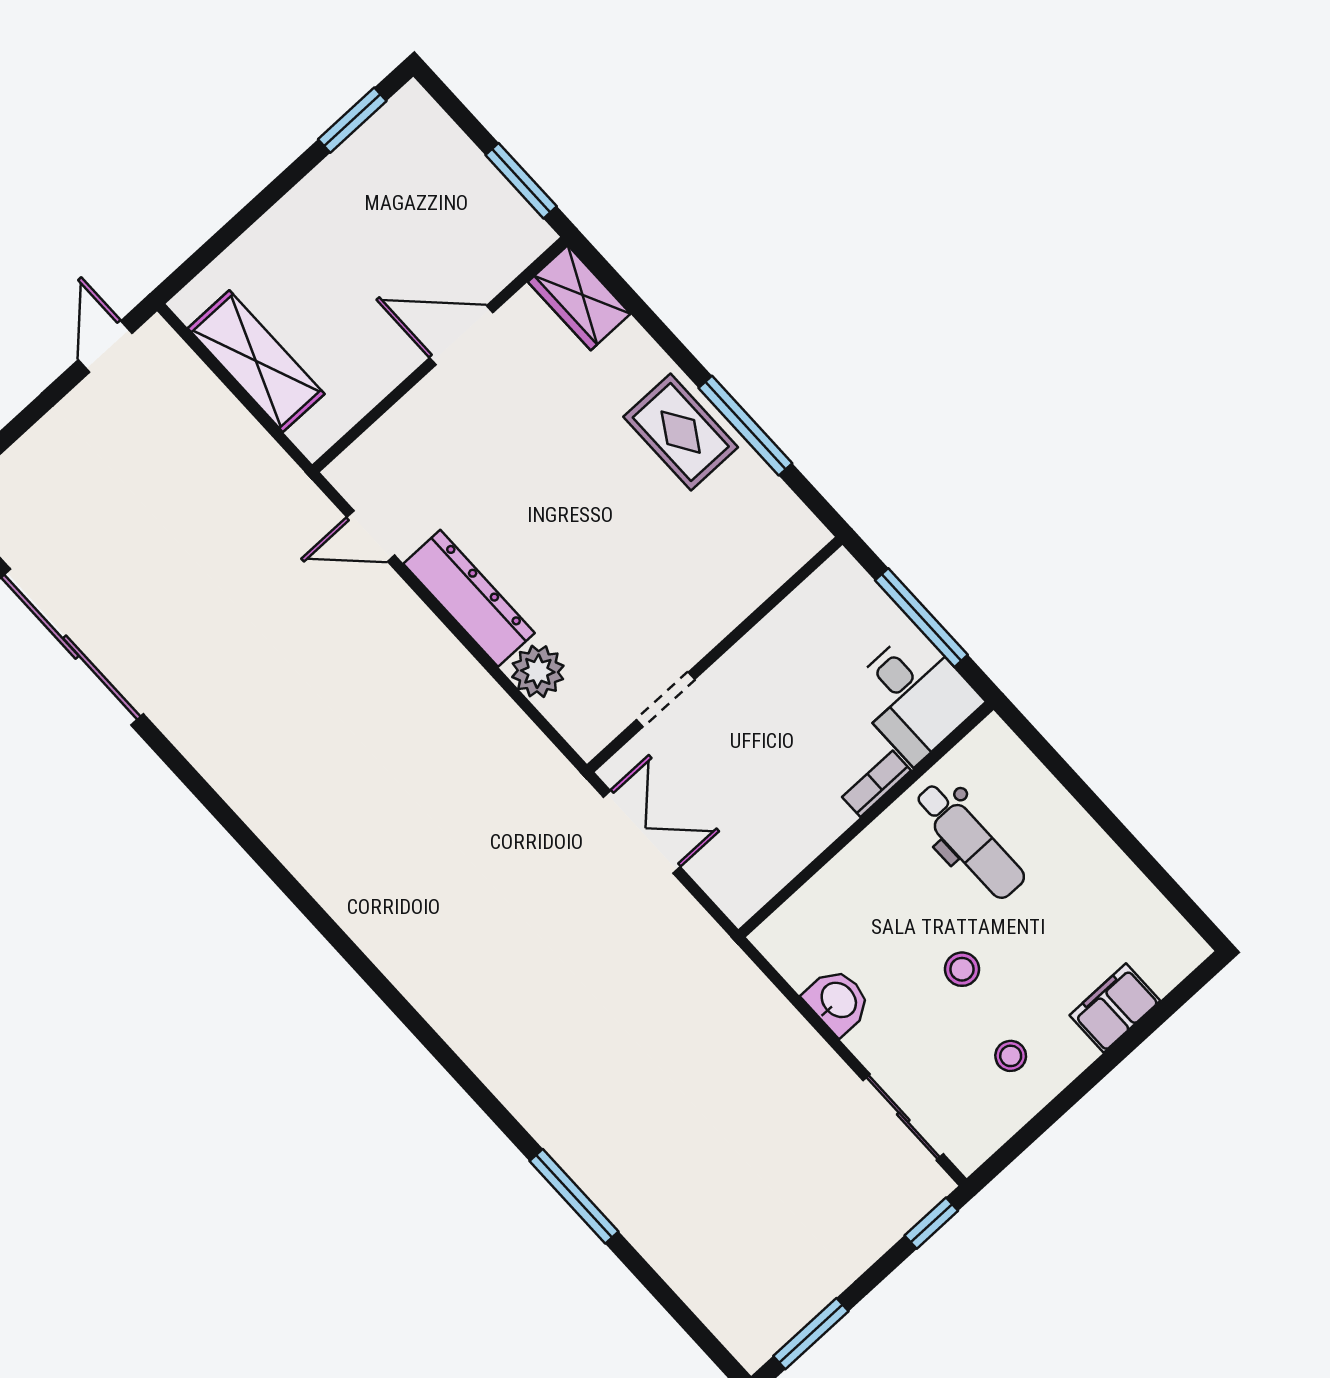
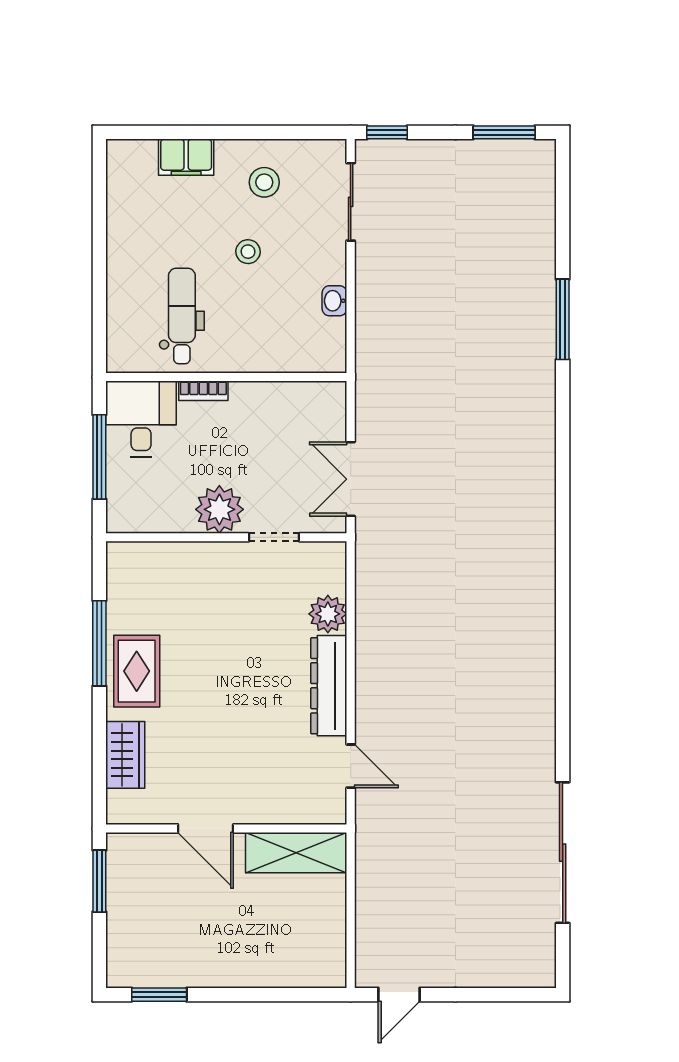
wardrobe: (579, 298) -> (125, 755), moved
shelving: (256, 361) -> (296, 853), moved, turned 90
plant: (748, 677) -> (219, 509), added
washbasin: (838, 1001) -> (334, 301), width x0.72, depth x0.69
stool: (1011, 1056) -> (264, 182), width x1.37, depth x1.37

